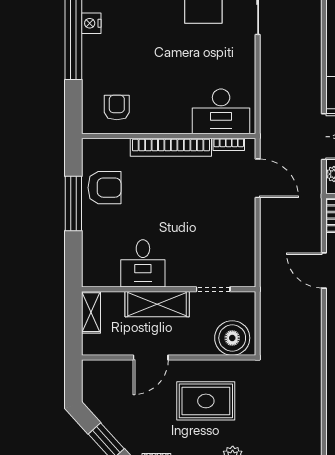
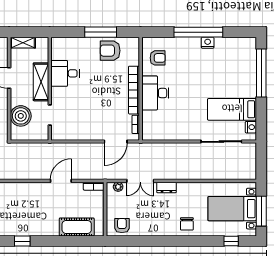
desk: (221, 111) -> (155, 93), moved
armchair: (105, 188) -> (110, 51), turned 90
shelving: (91, 312) -> (23, 43), moved
boiler: (232, 338) -> (21, 116), moved

